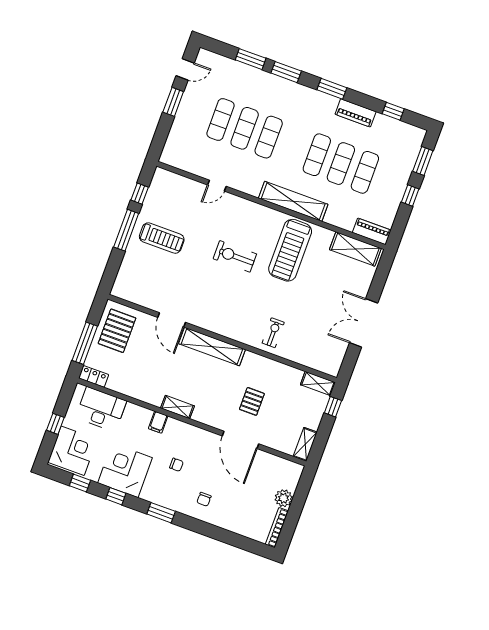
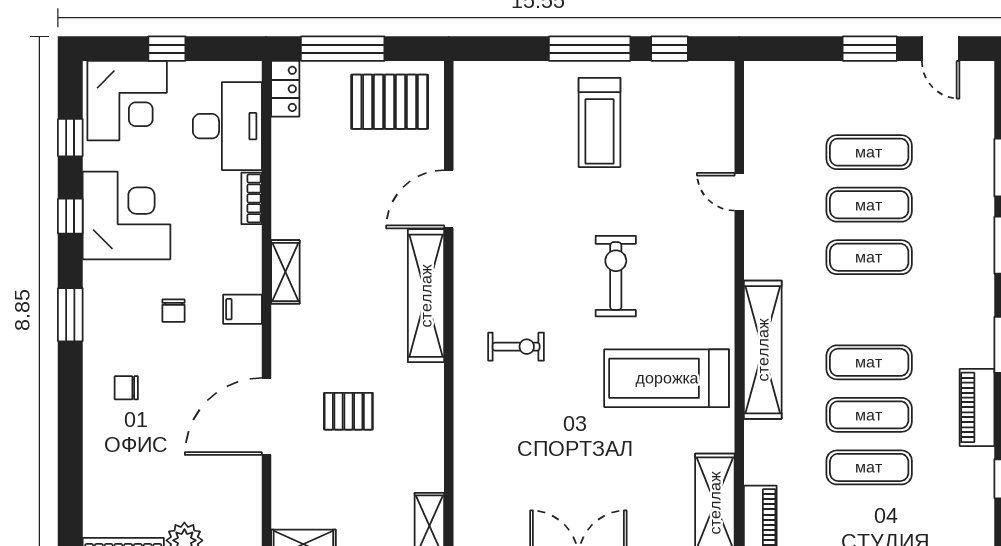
exercise bike: (273, 333) -> (516, 347), moved
bookcase: (138, 410) -> (252, 198), added
filing cabinet: (158, 422) -> (242, 309), moved

